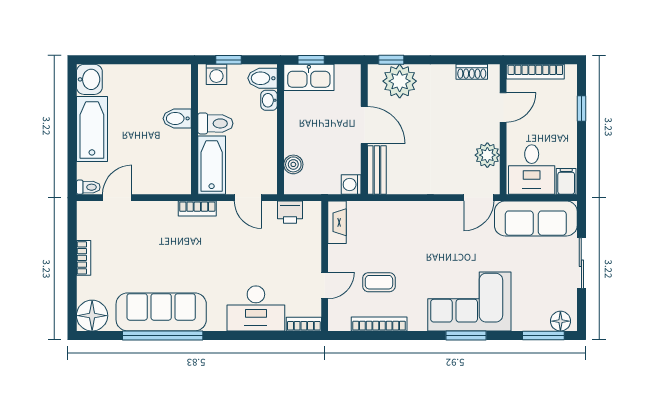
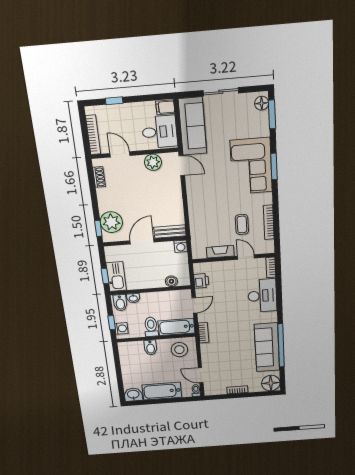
stool: (169, 166) -> (179, 350), added
fireplace: (337, 222) -> (220, 252), moved

